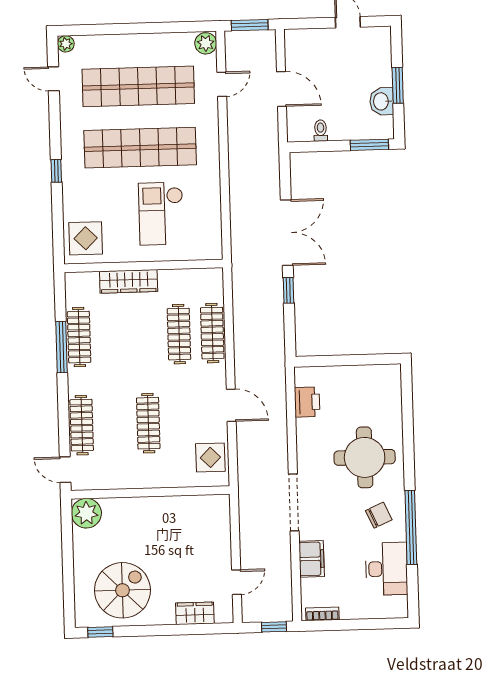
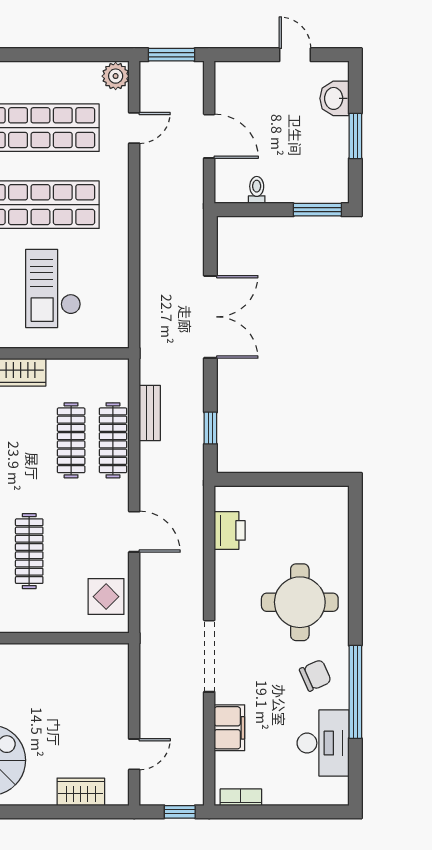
washbasin: (382, 101) -> (334, 98), moved
window: (288, 290) -> (210, 428), moved
bench: (241, 310) -> (150, 413), added

